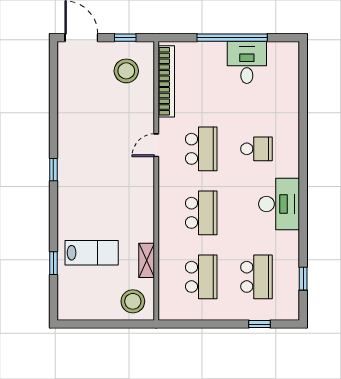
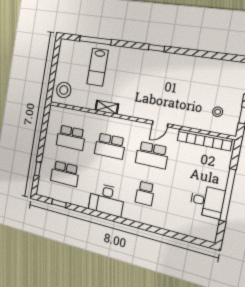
stool: (126, 71) -> (218, 112), width x0.53, depth x0.53
door: (156, 145) -> (160, 124), swing flipped
shelving: (147, 260) -> (107, 107), moved
window: (53, 263) -> (95, 40), width x2.17

